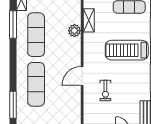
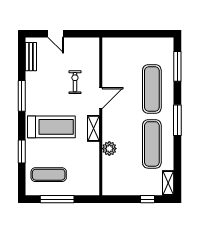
shelving: (89, 20) -> (93, 128), moved
window: (13, 25) -> (177, 120), moved

